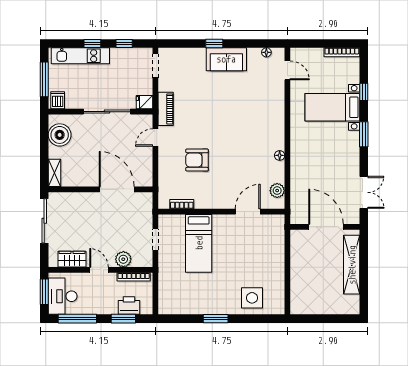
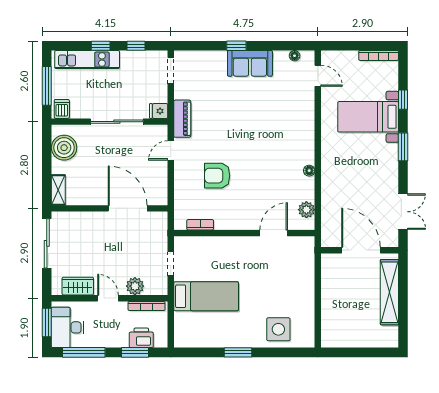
bed: (199, 243) -> (206, 296), moved, turned -90

